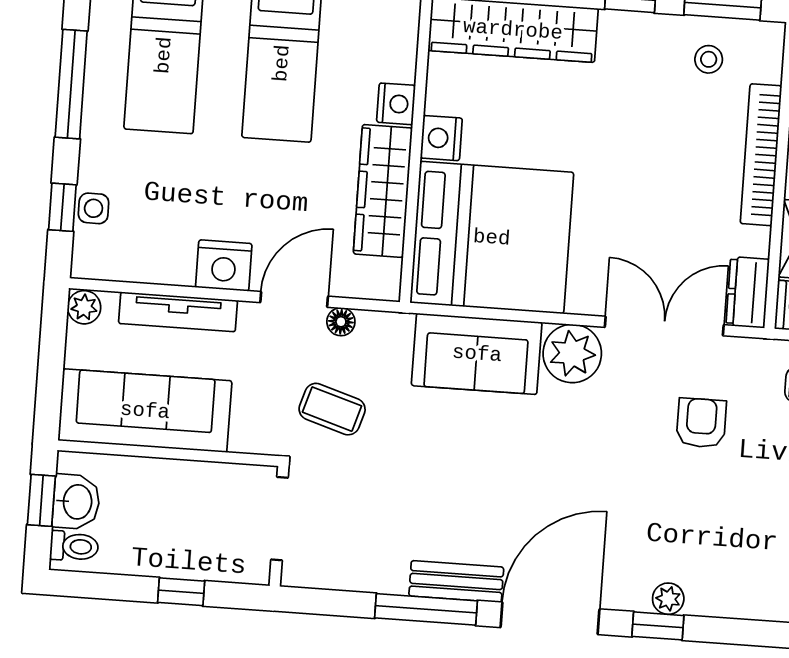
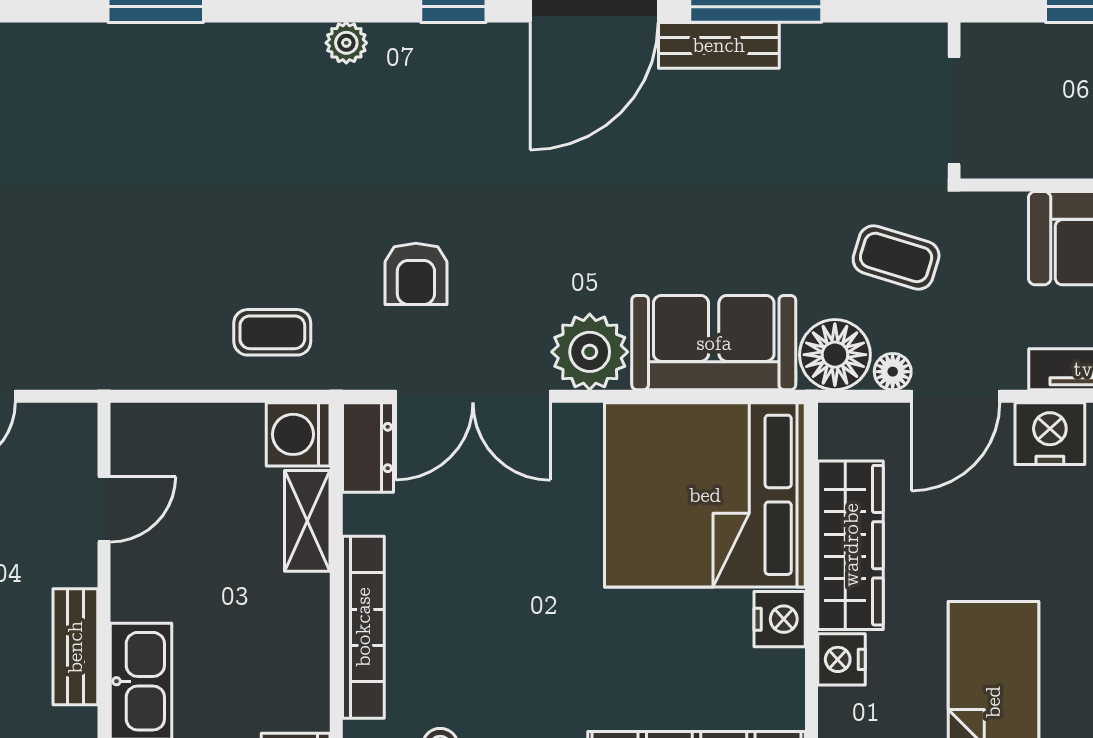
floor lamp: (384, 338) -> (835, 355), added
plant: (668, 599) -> (346, 43), moved

